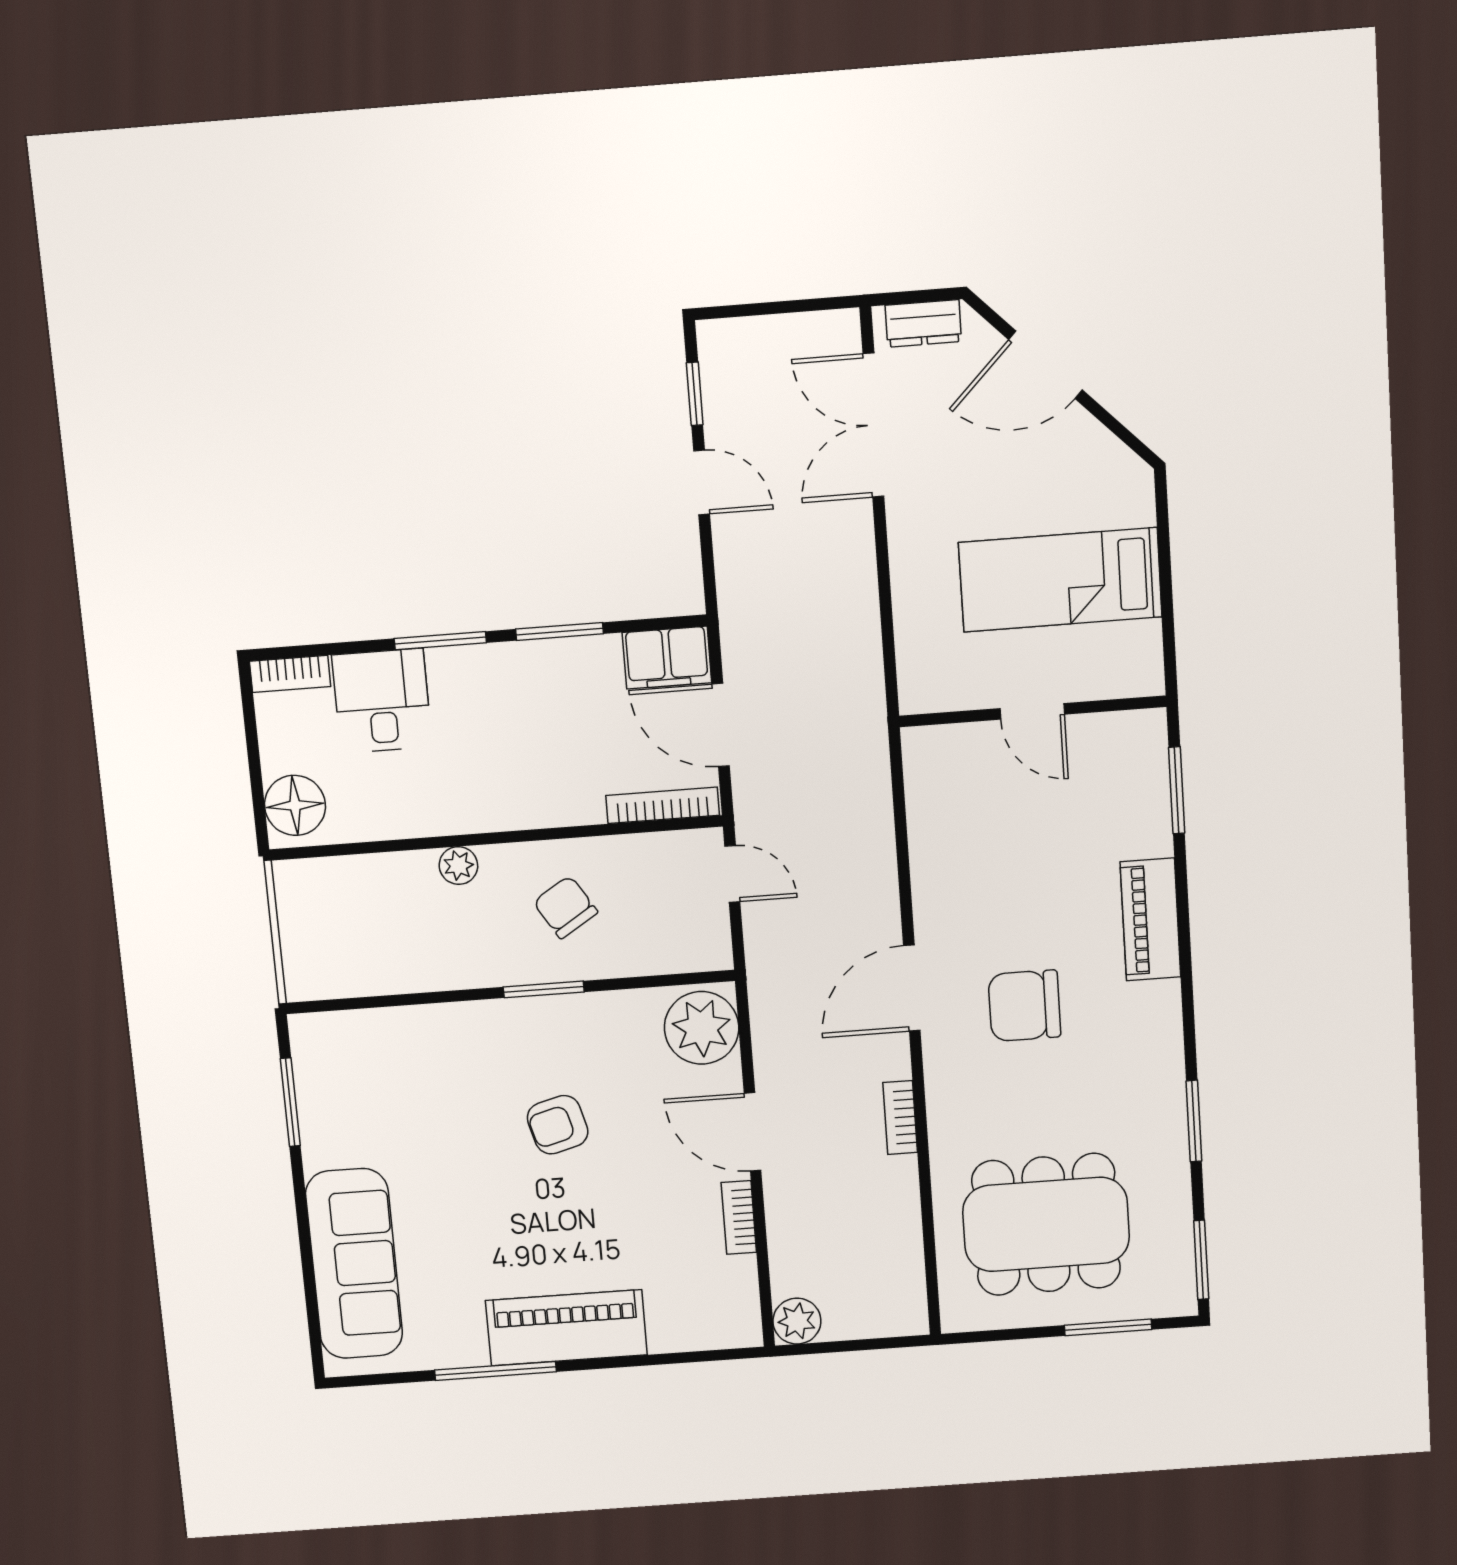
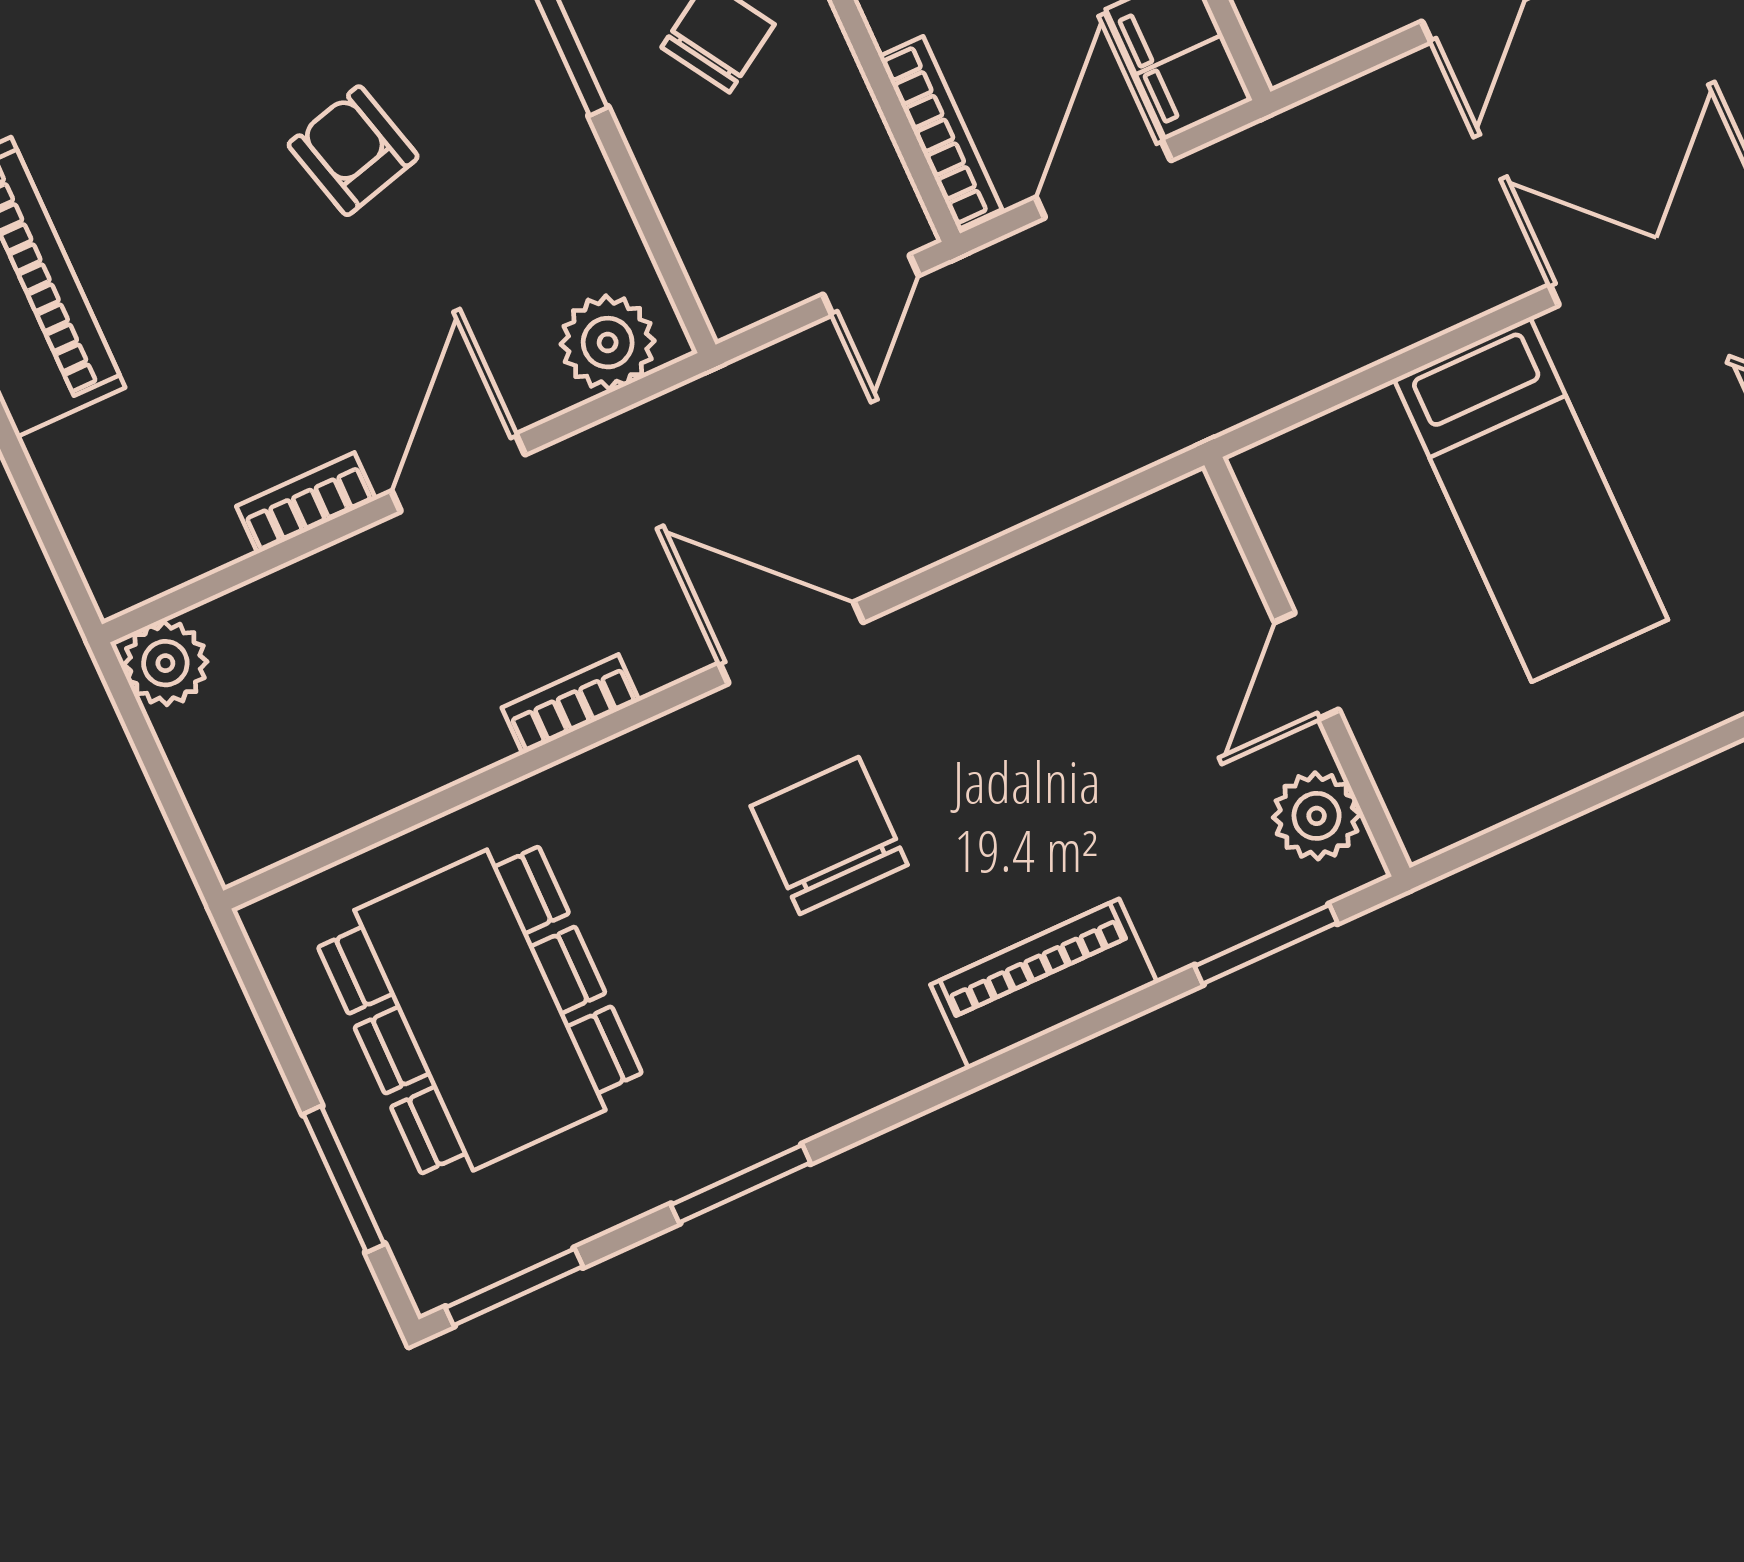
bed: (1060, 580) -> (1531, 499), moved, turned 180
plant: (1117, 736) -> (1317, 816), added
plant: (702, 1028) -> (608, 343), width x0.73, depth x0.73

